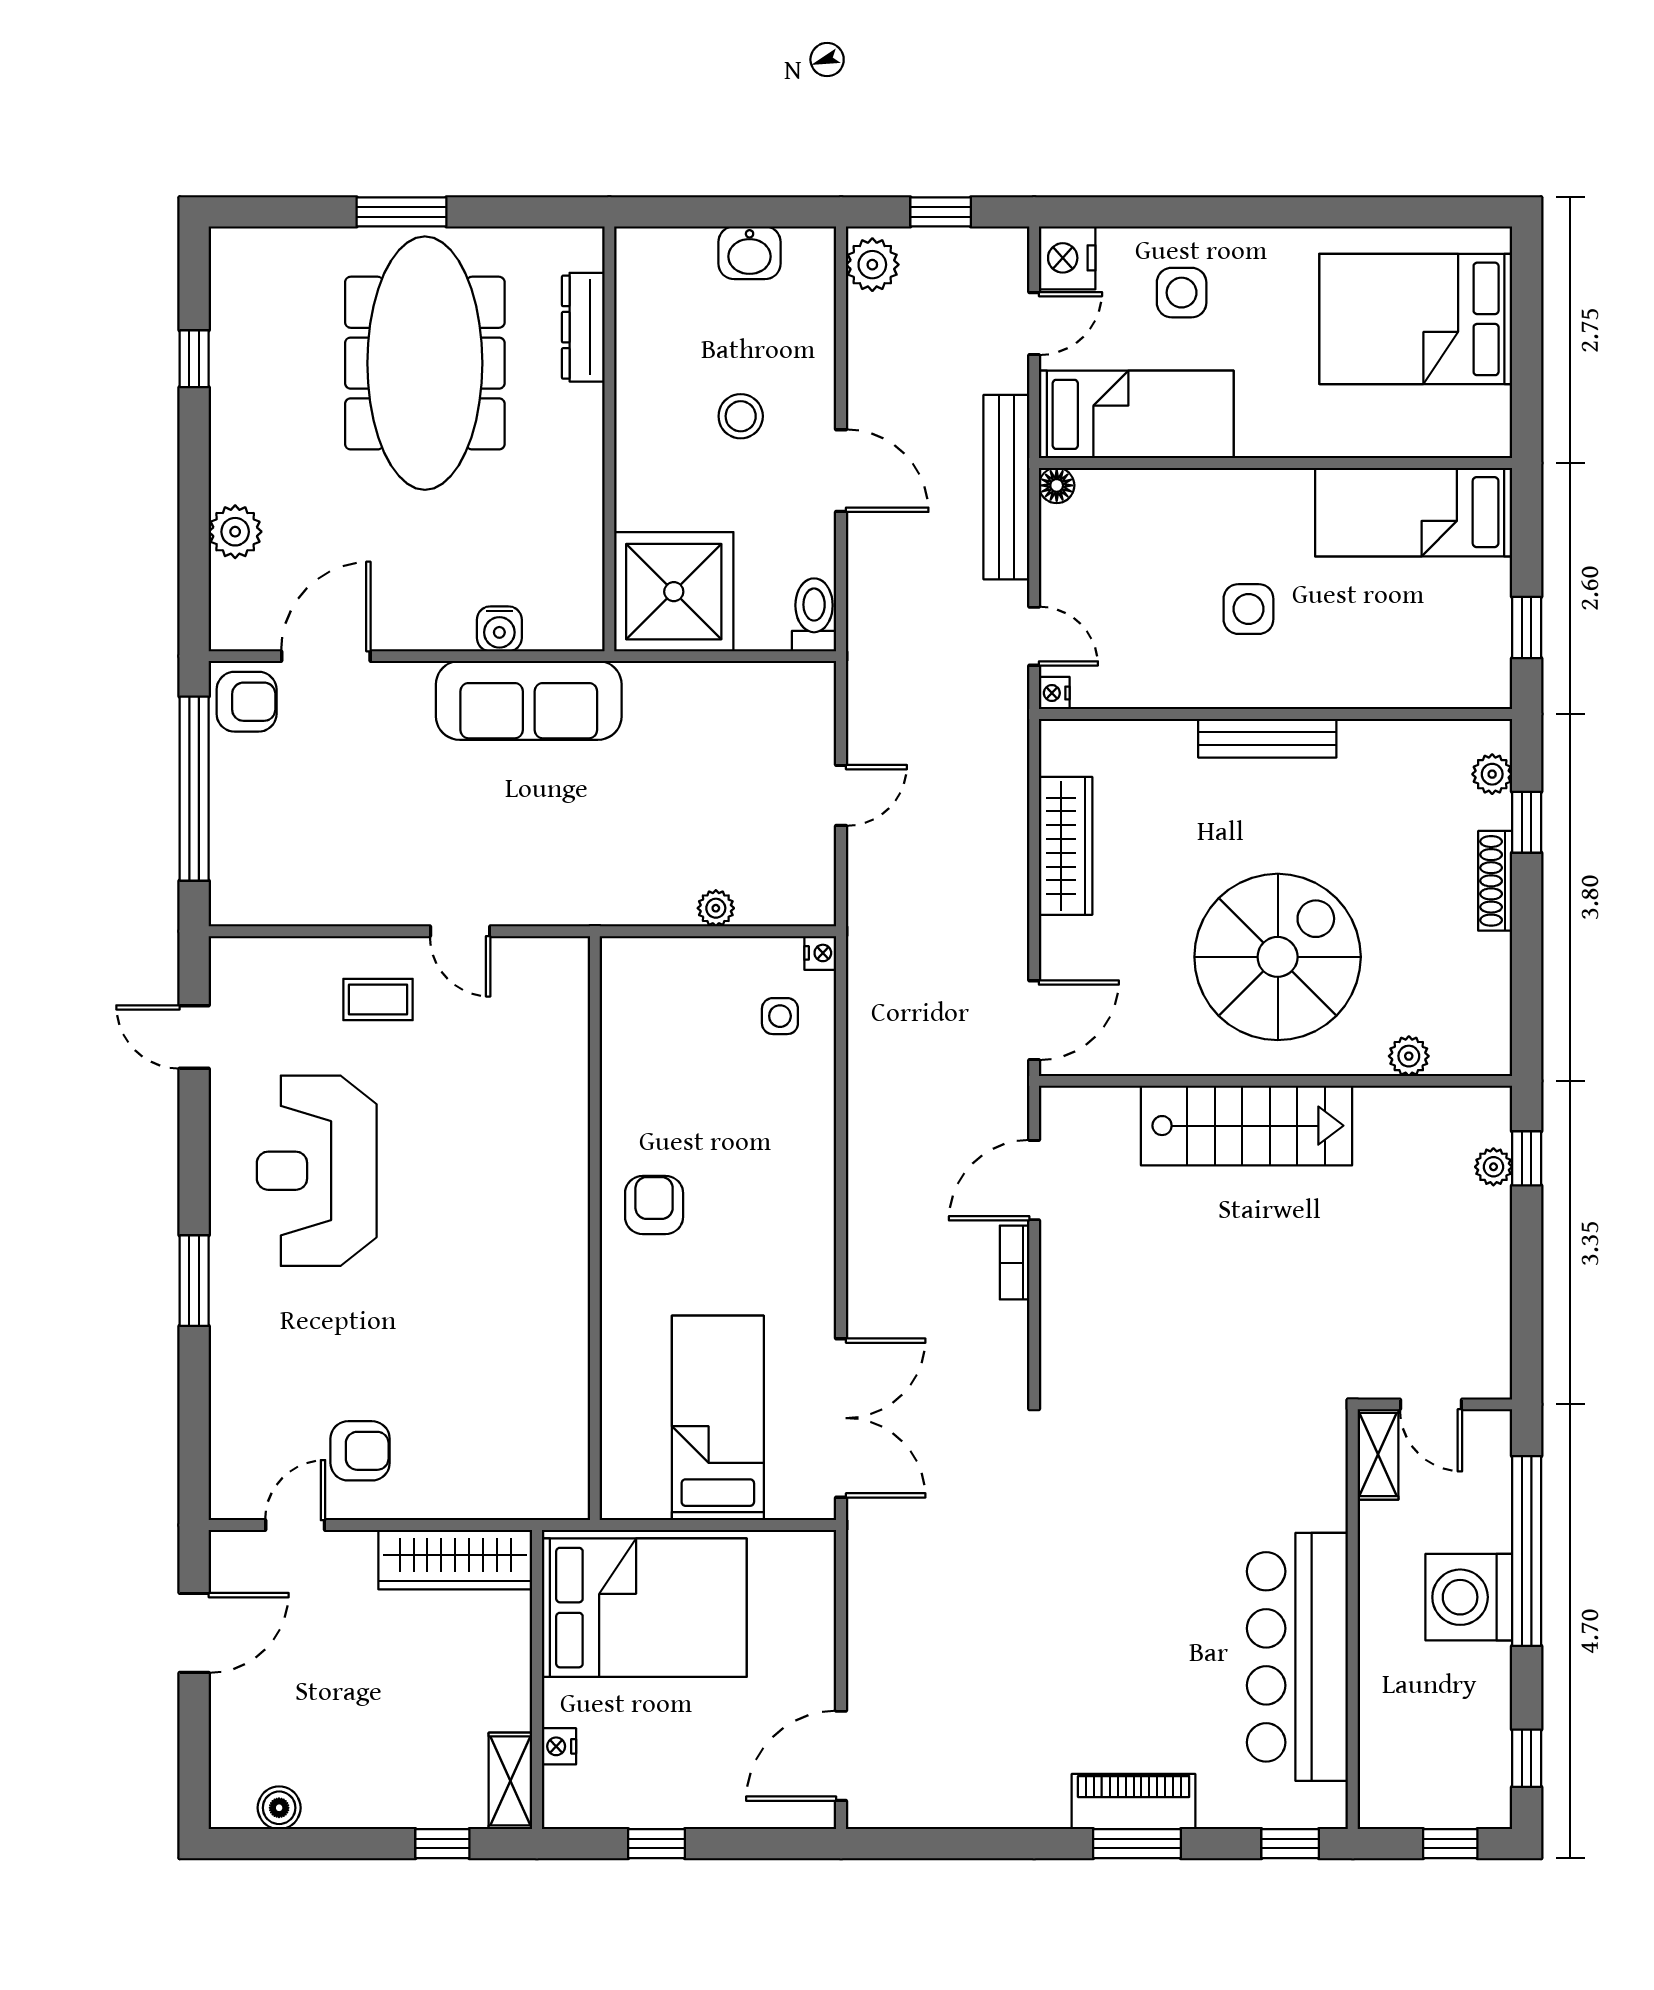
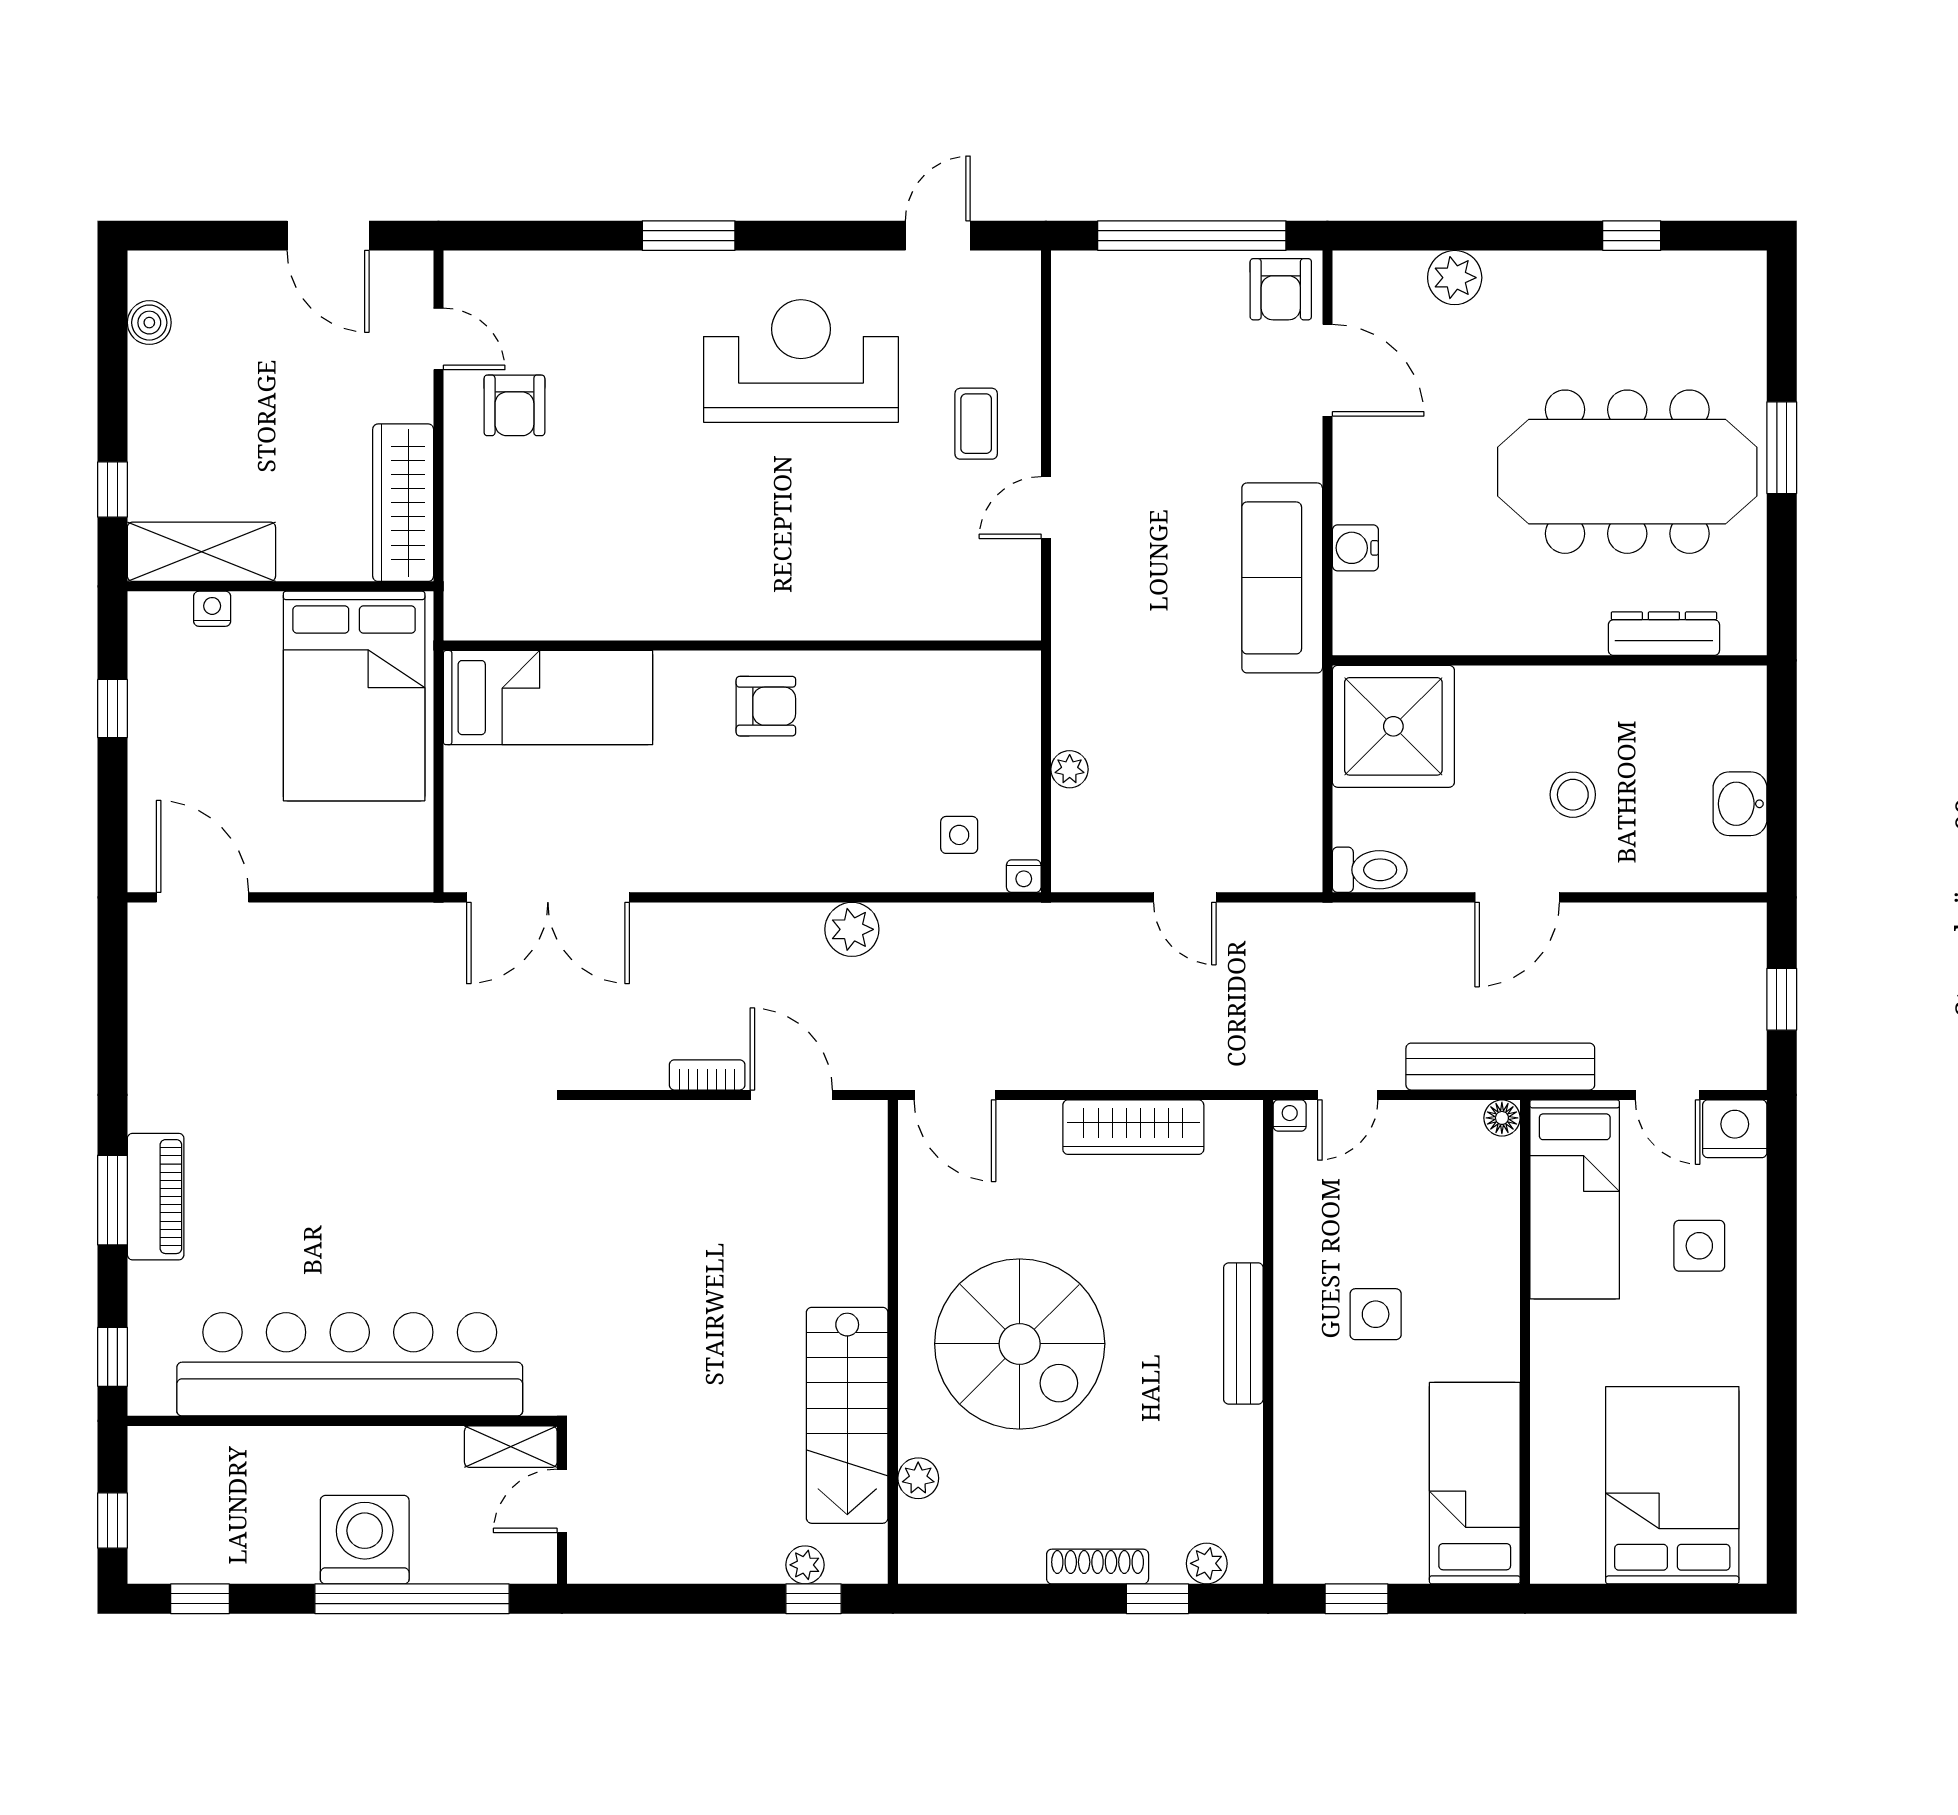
plant: (872, 265) -> (852, 929), moved
stairs: (1246, 1126) -> (847, 1415), moved
bed: (718, 1418) -> (548, 698), moved
bar counter: (1297, 1657) -> (350, 1364), width x1.36
shelving: (510, 1781) -> (201, 552), width x1.50, depth x1.33

